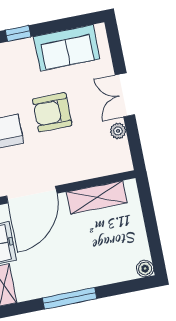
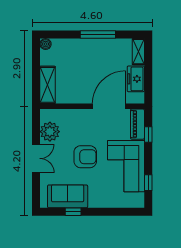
window: (18, 33) -> (73, 212), moved
plant: (118, 131) -> (50, 132), width x1.88, depth x1.88
shelving: (97, 197) -> (48, 85), moved, turned 90

